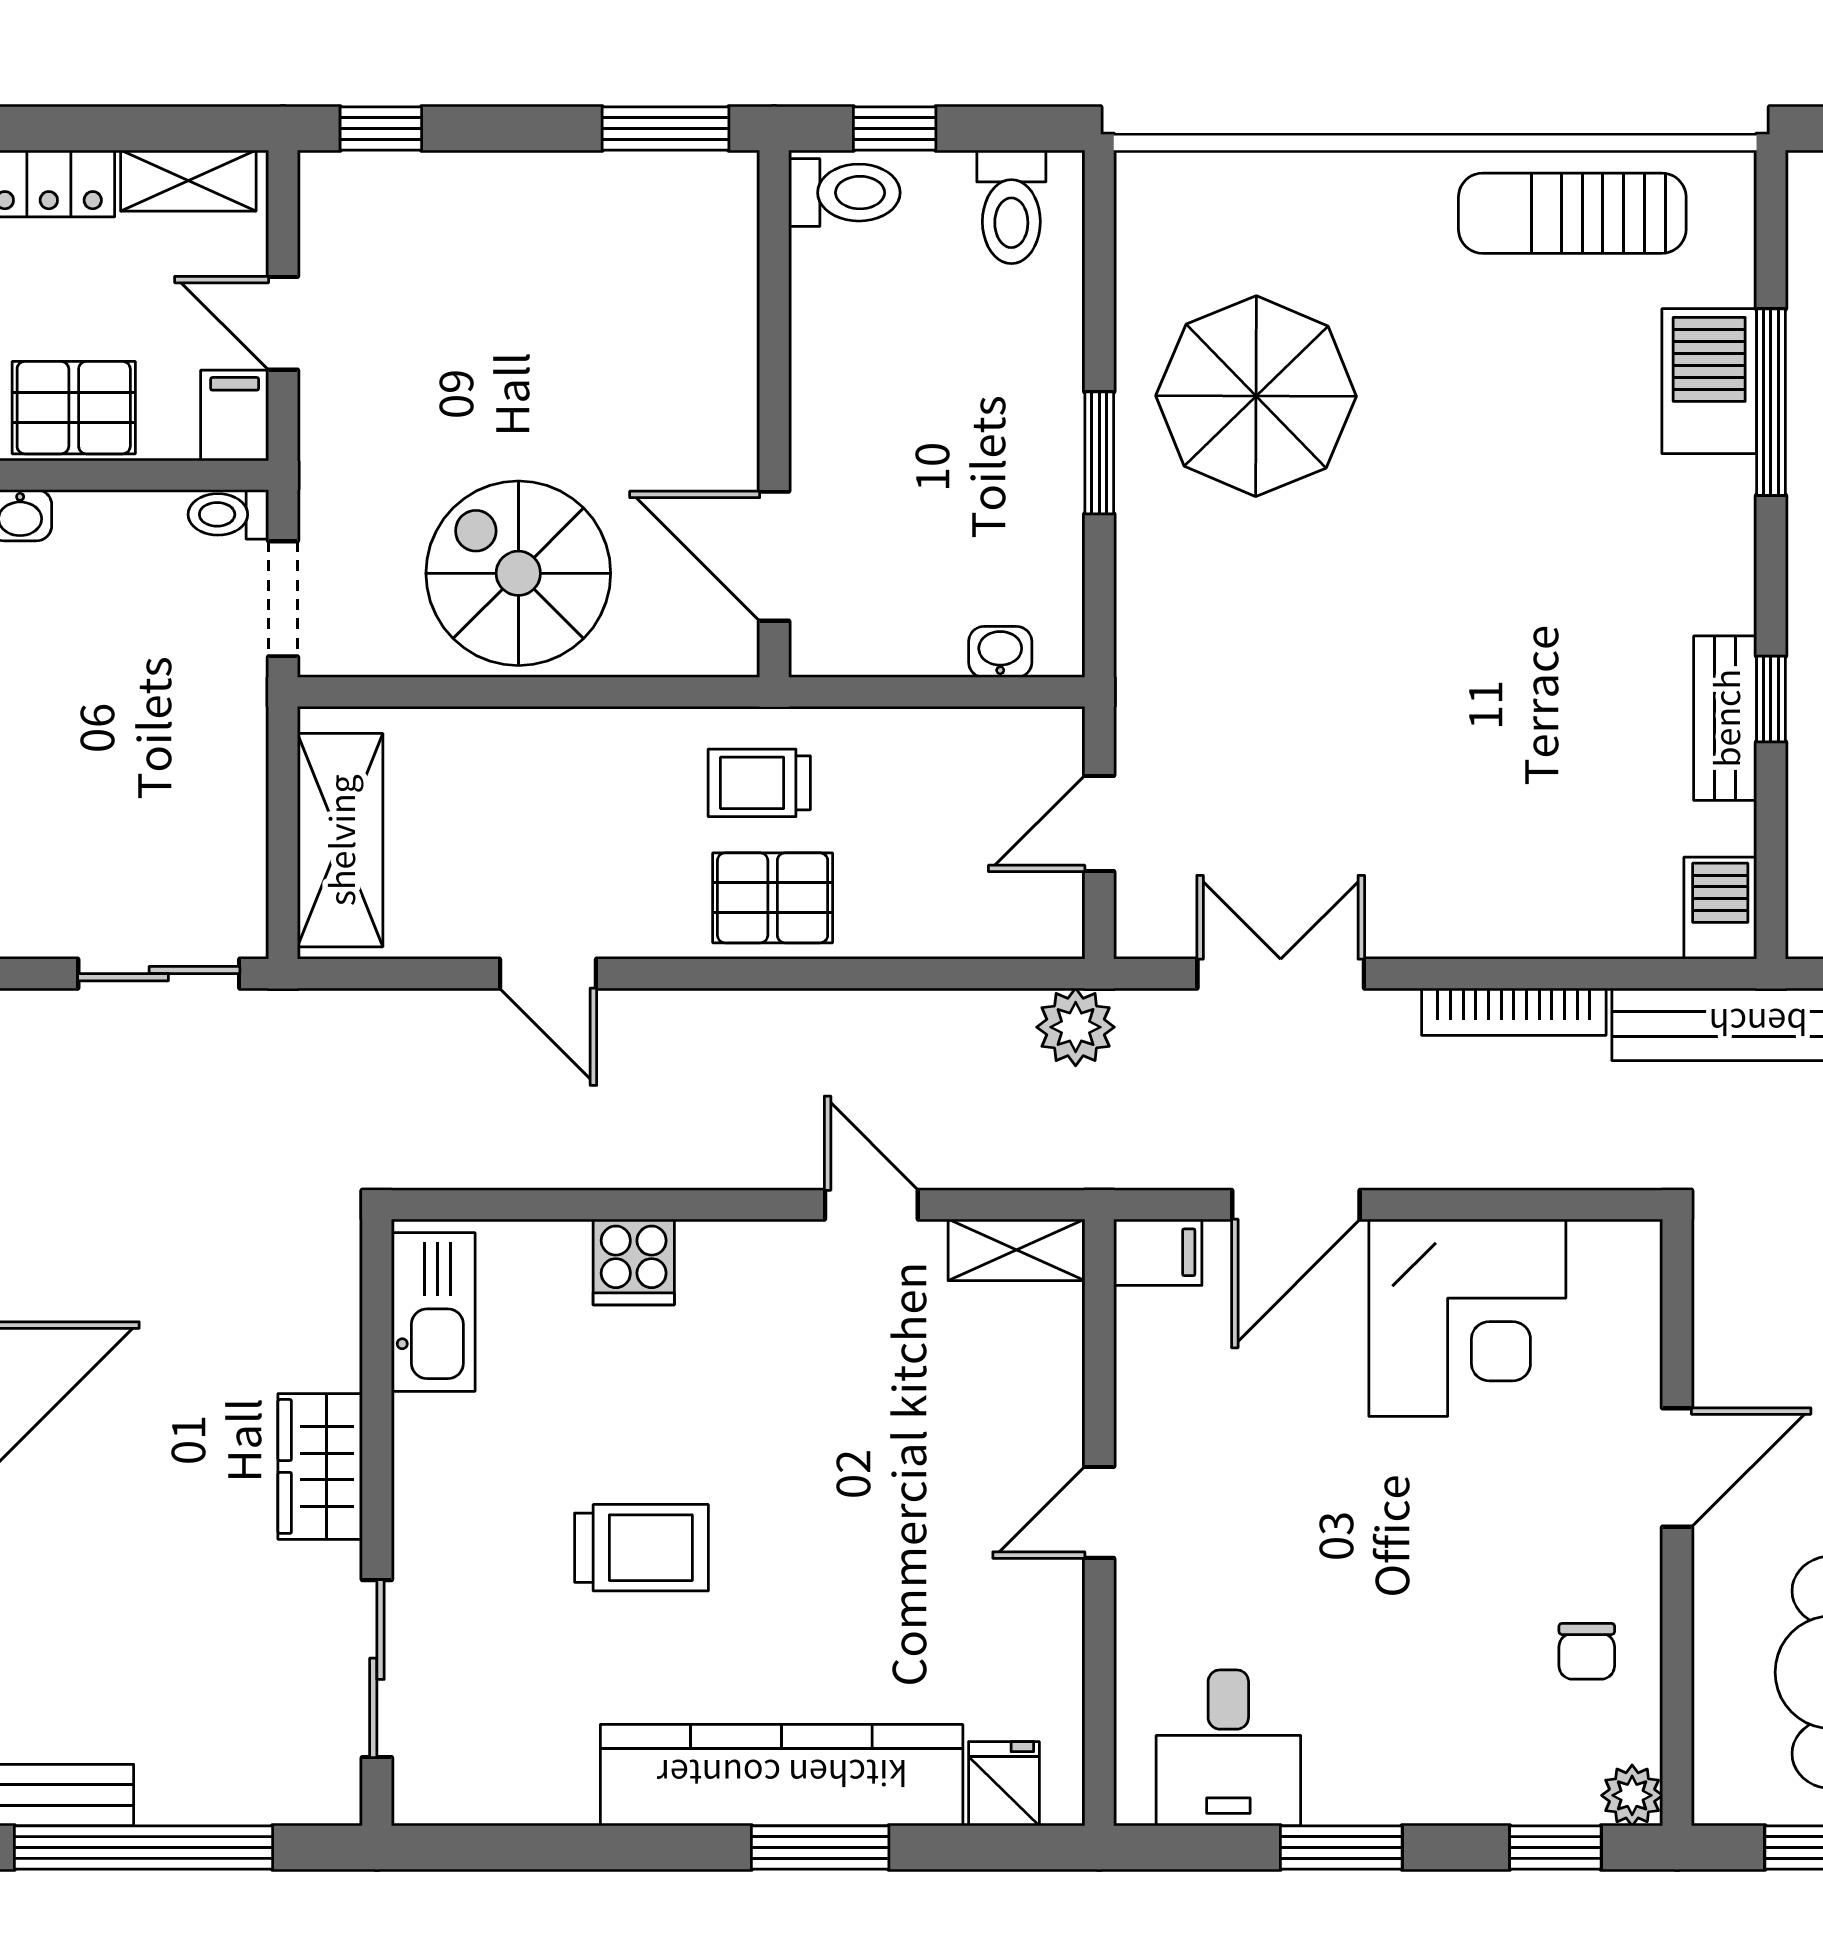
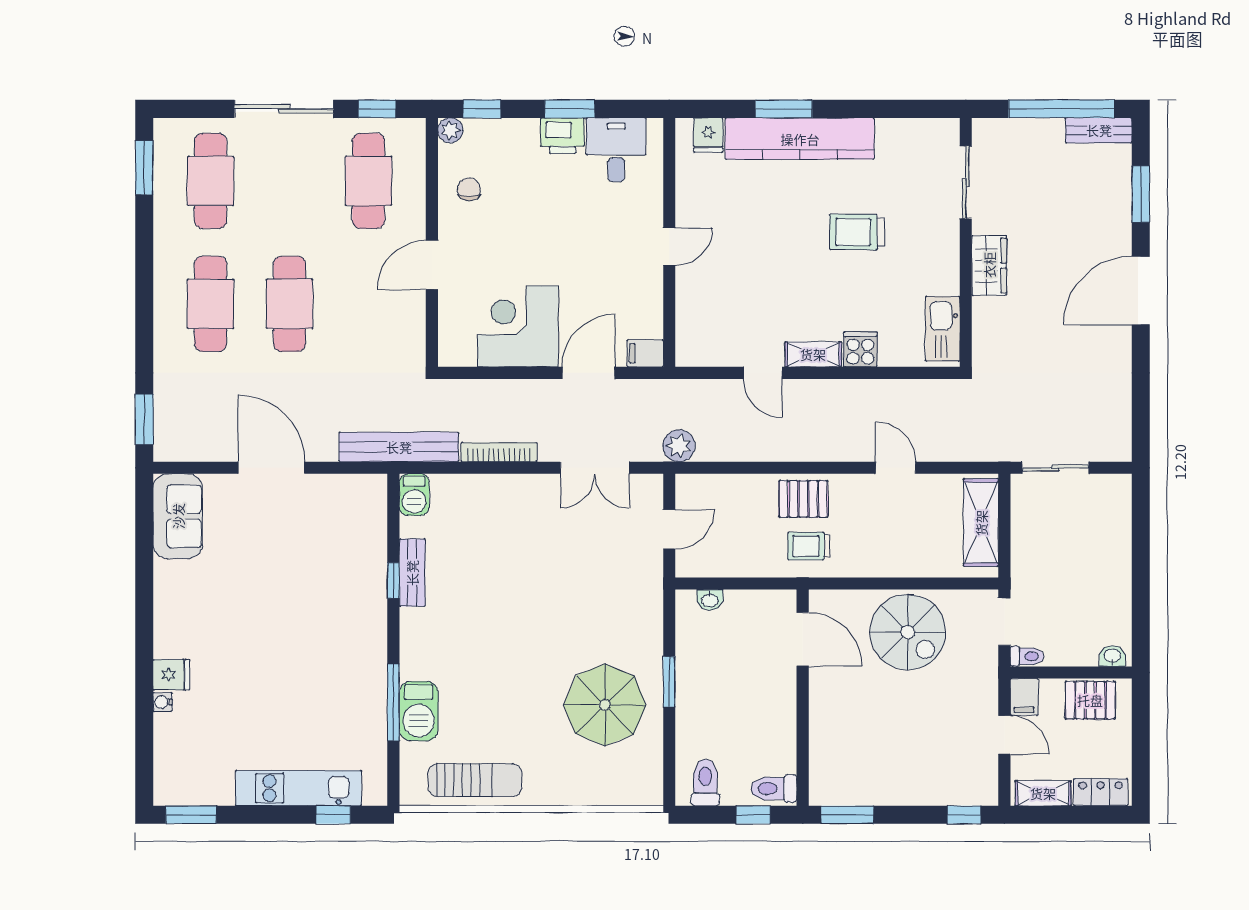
trolley: (759, 783) -> (809, 546), turned 180
shelving: (1016, 1250) -> (813, 354), moved
printer: (1359, 1782) -> (562, 136), added

